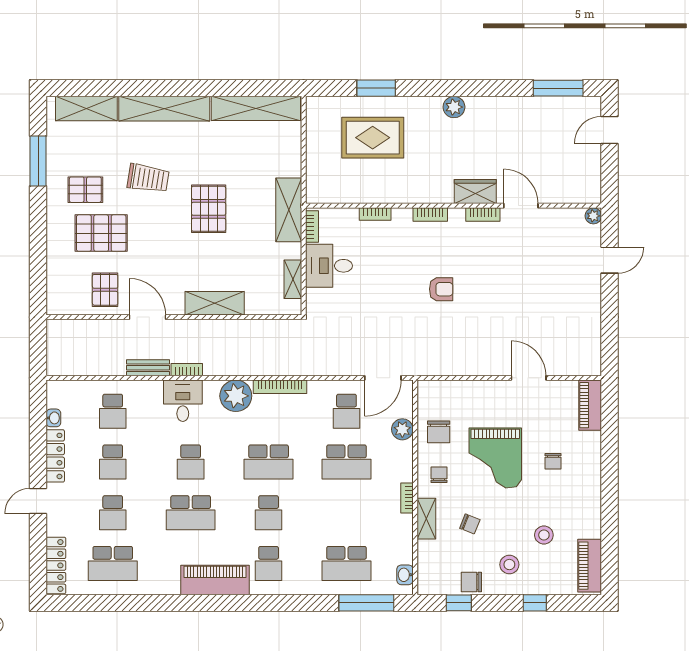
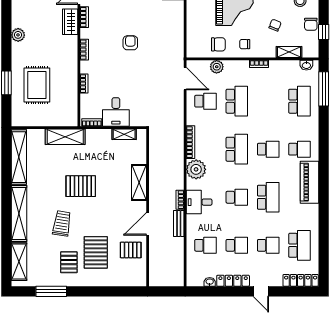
shelving: (289, 210) -> (65, 137), moved
shelving: (426, 519) -> (289, 52), moved

